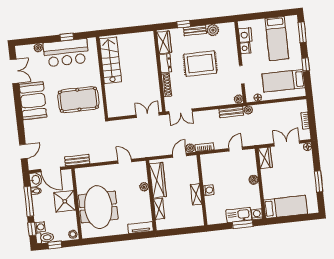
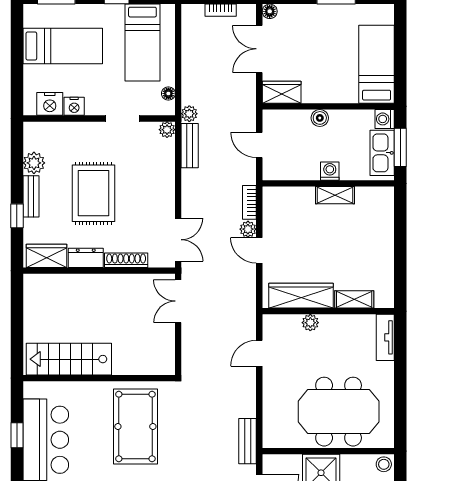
wall: (202, 190) -> (328, 183), moved
washing machine: (209, 190) -> (330, 171), moved
shelving: (196, 194) -> (335, 195), moved

